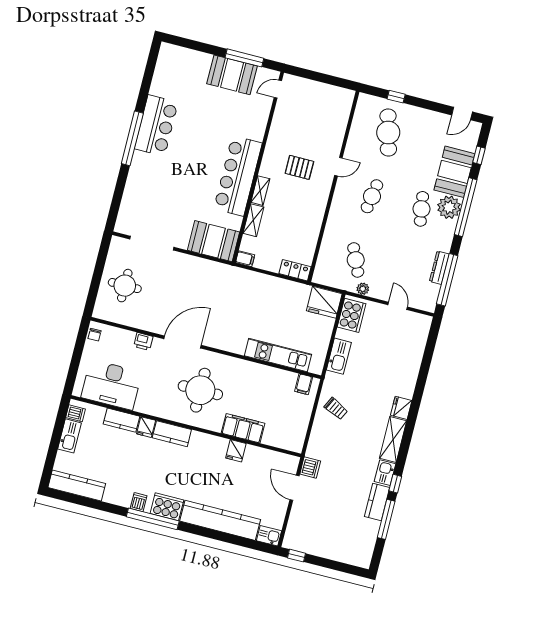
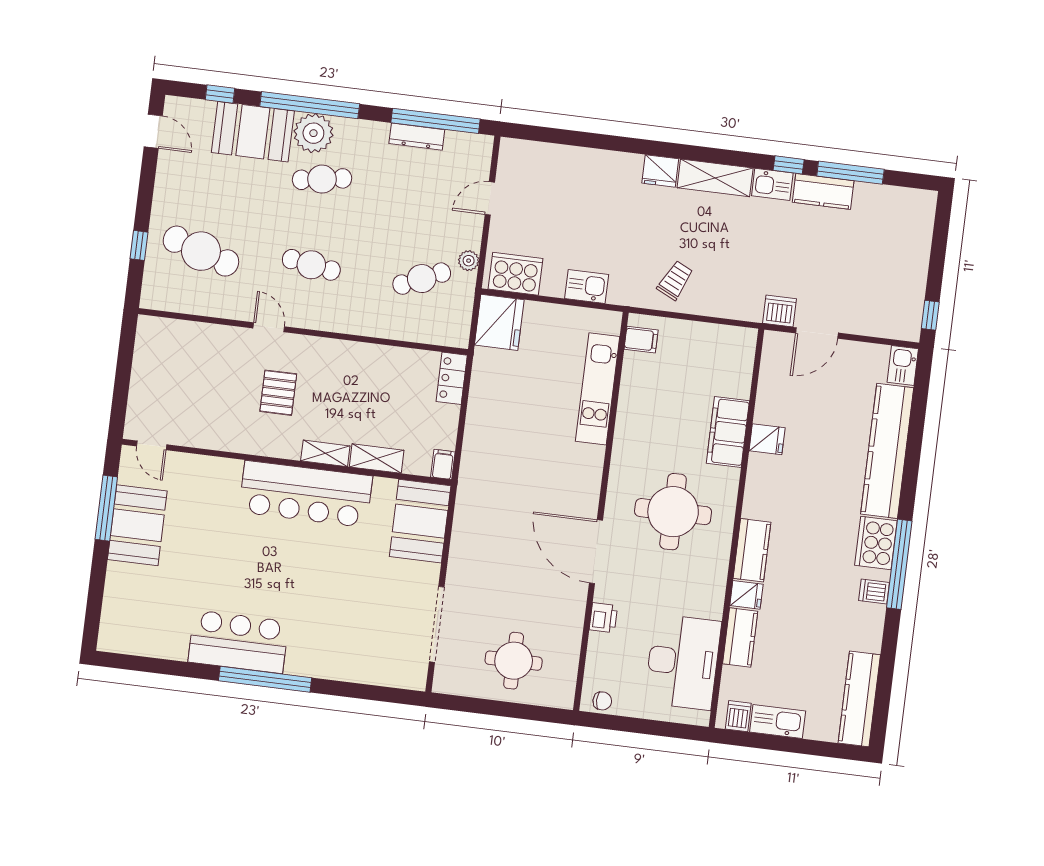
cafe table: (388, 133) -> (201, 251), turned 33
kitchen sink: (339, 356) -> (587, 287), width x0.73

